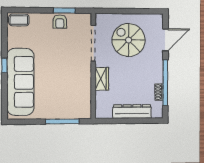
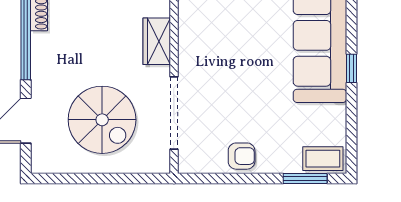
window: (64, 10) -> (305, 178), moved
armchair: (60, 22) -> (242, 156), turned 90

